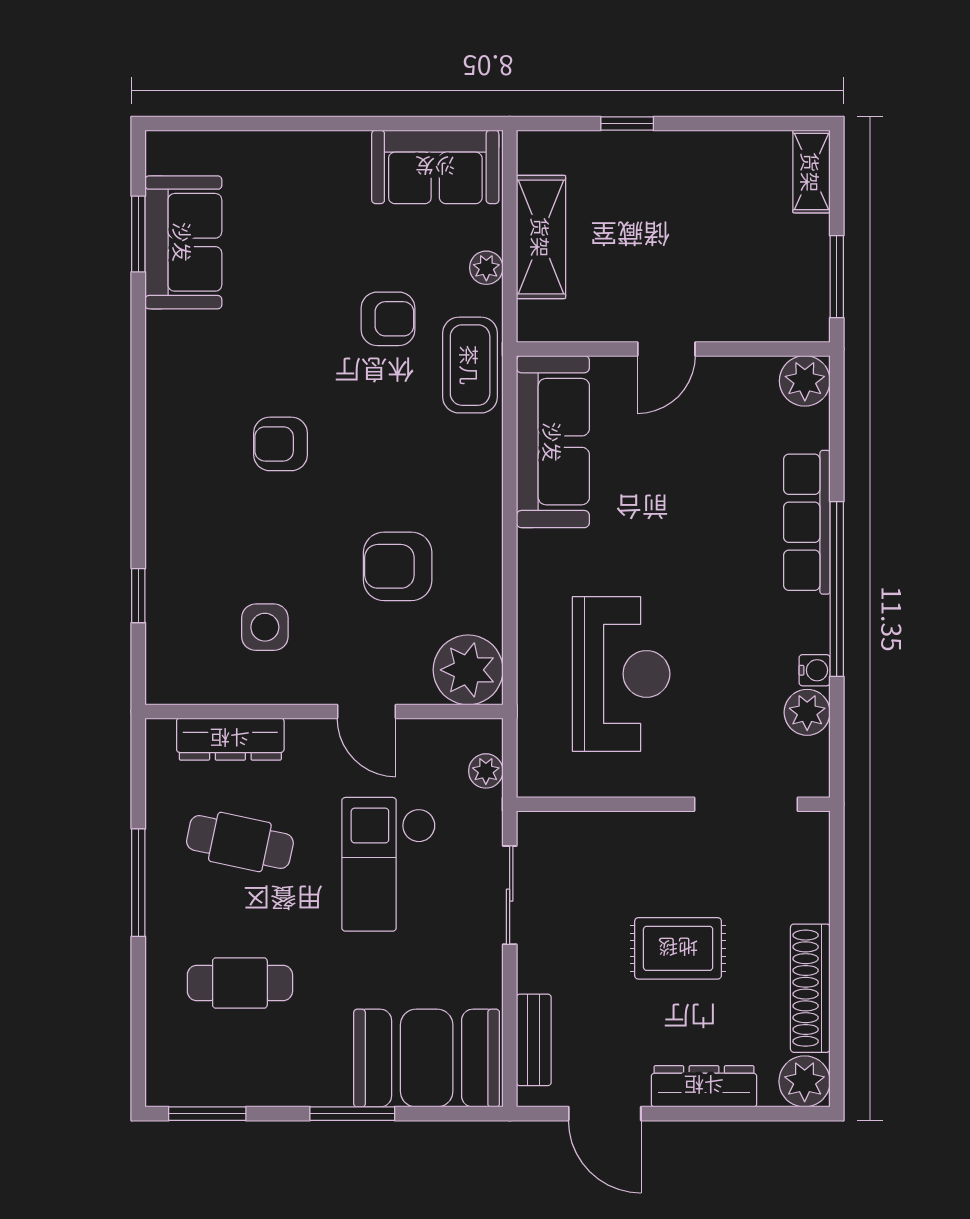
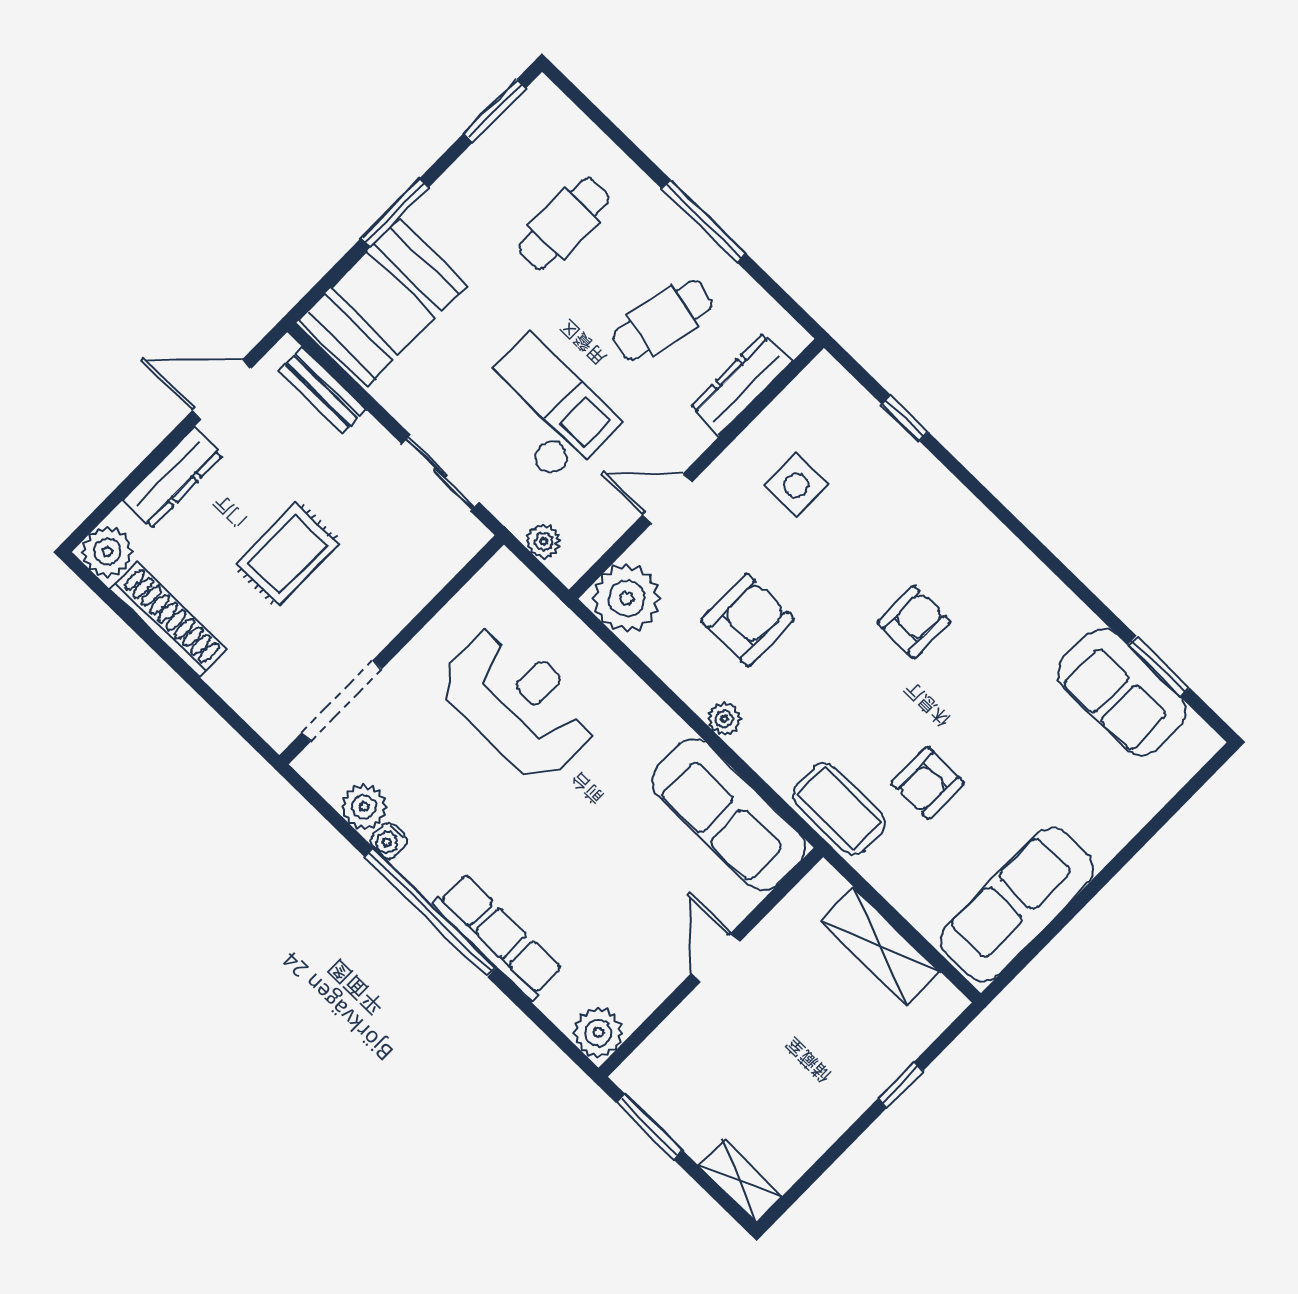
sofa: (435, 167) -> (1017, 904), width x1.36
plant: (486, 268) -> (724, 719), moved
reception desk: (621, 674) -> (519, 703), turned 180

